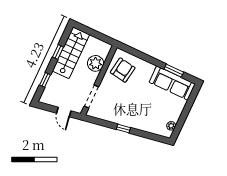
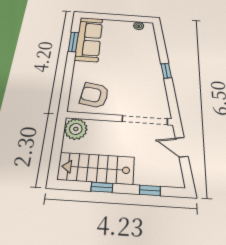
plant: (96, 63) -> (76, 129), moved
doorway: (91, 97) -> (145, 120), width x1.36
door: (64, 112) -> (182, 147), swing flipped

